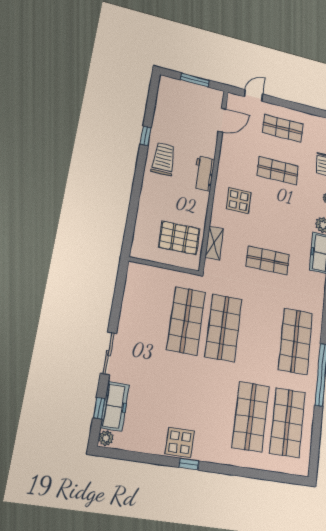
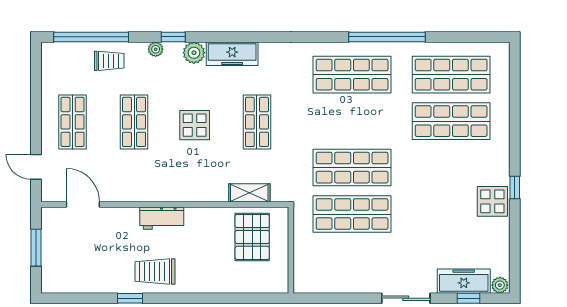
display table: (239, 200) -> (195, 125), moved

